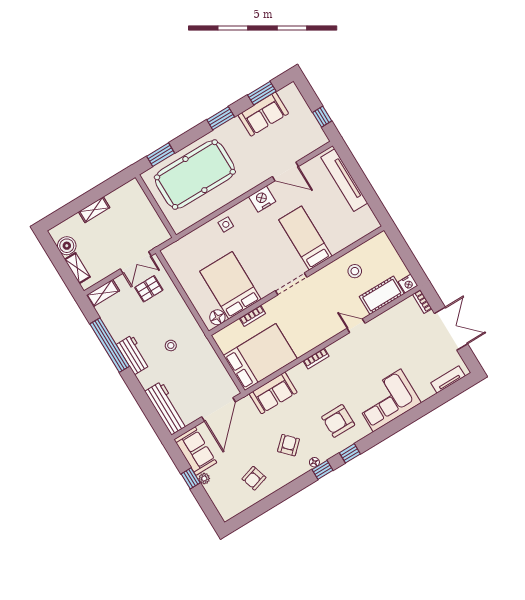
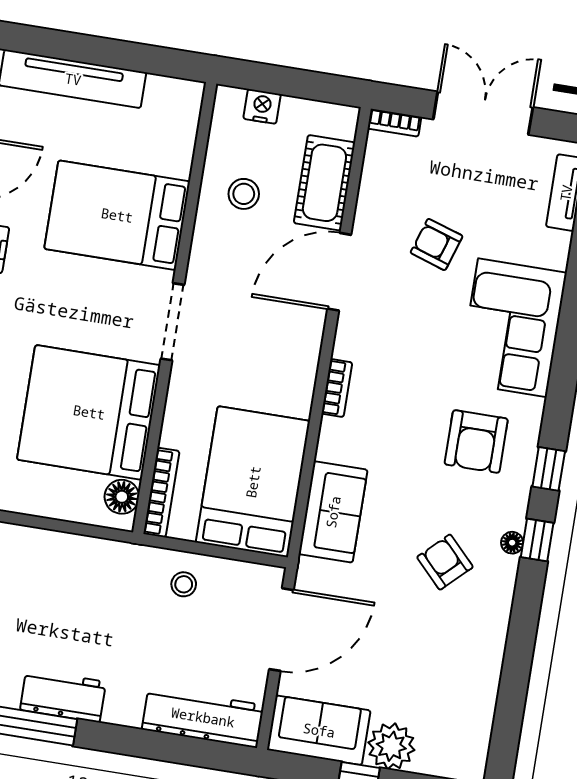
bed: (305, 238) -> (117, 215), width x1.50
nightstand: (408, 284) -> (262, 106), moved, turned -90
bed: (230, 285) -> (89, 412), width x1.36
bookcase: (252, 316) -> (161, 492), moved, width x1.56
door: (356, 326) -> (339, 272), width x1.87
stool: (171, 345) -> (184, 584), moved
door: (219, 409) -> (281, 630), hinge flipped
armchair: (254, 478) -> (437, 244), moved, turned 125
plant: (204, 479) -> (391, 746), width x1.88, depth x1.88

